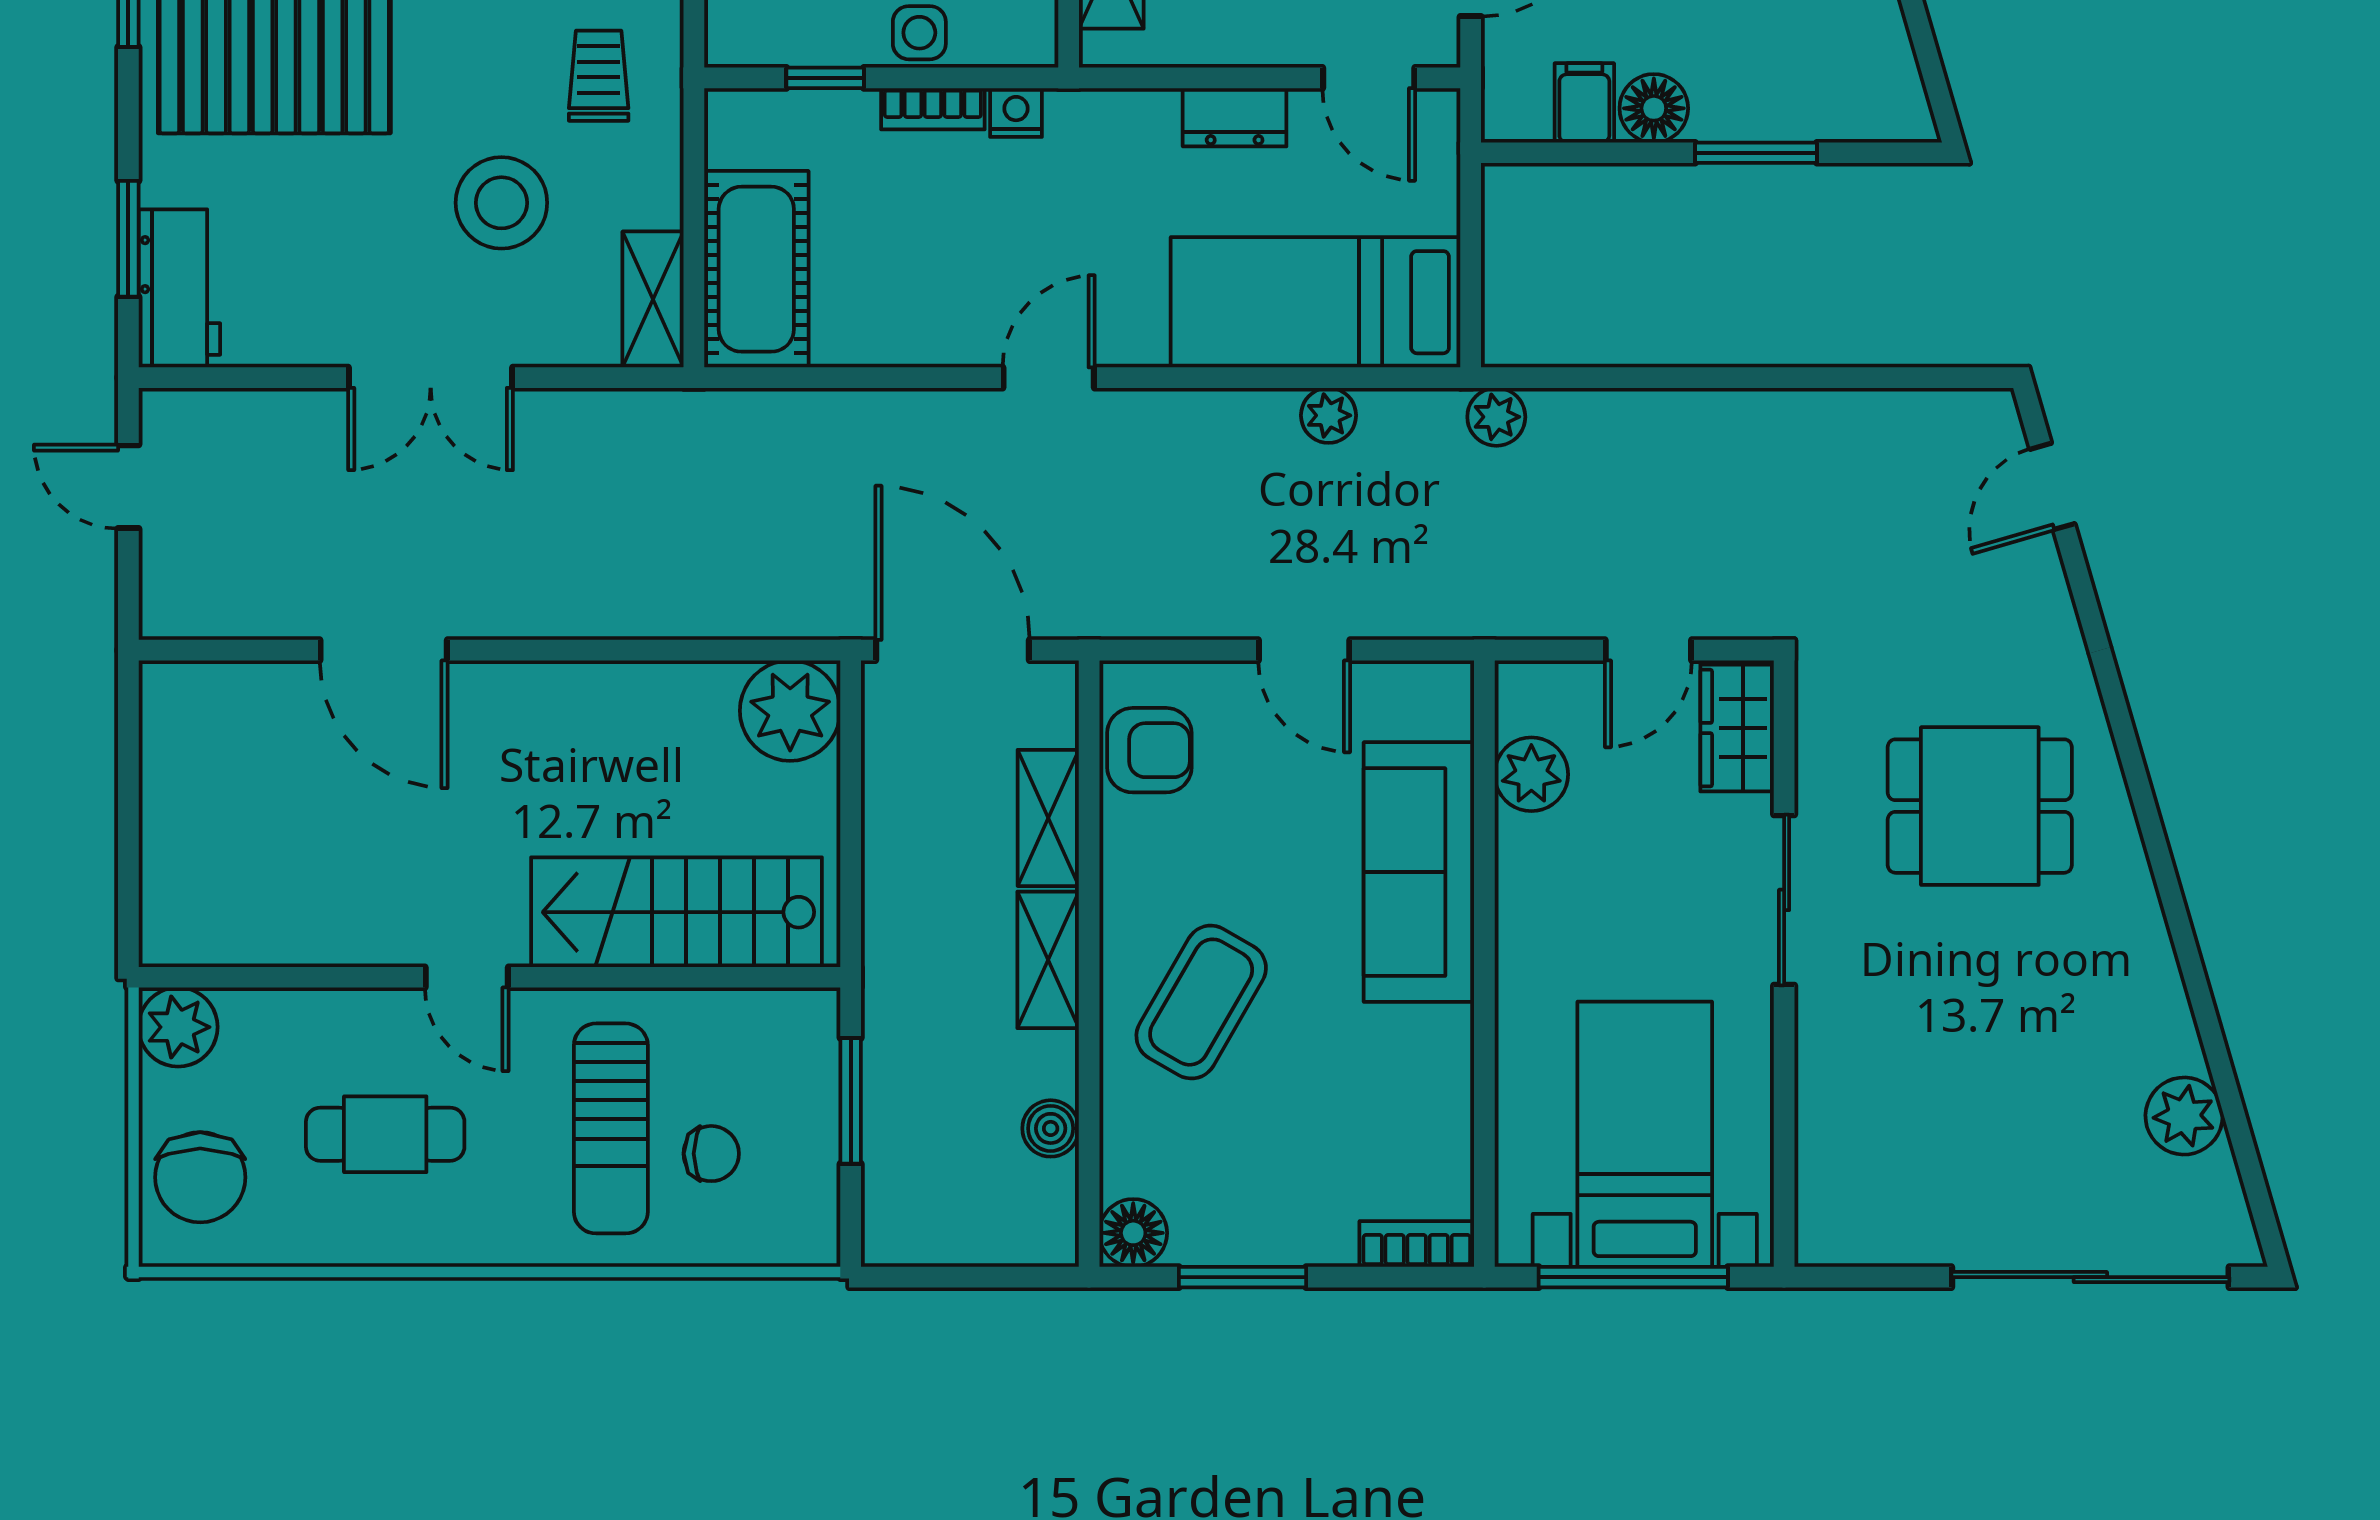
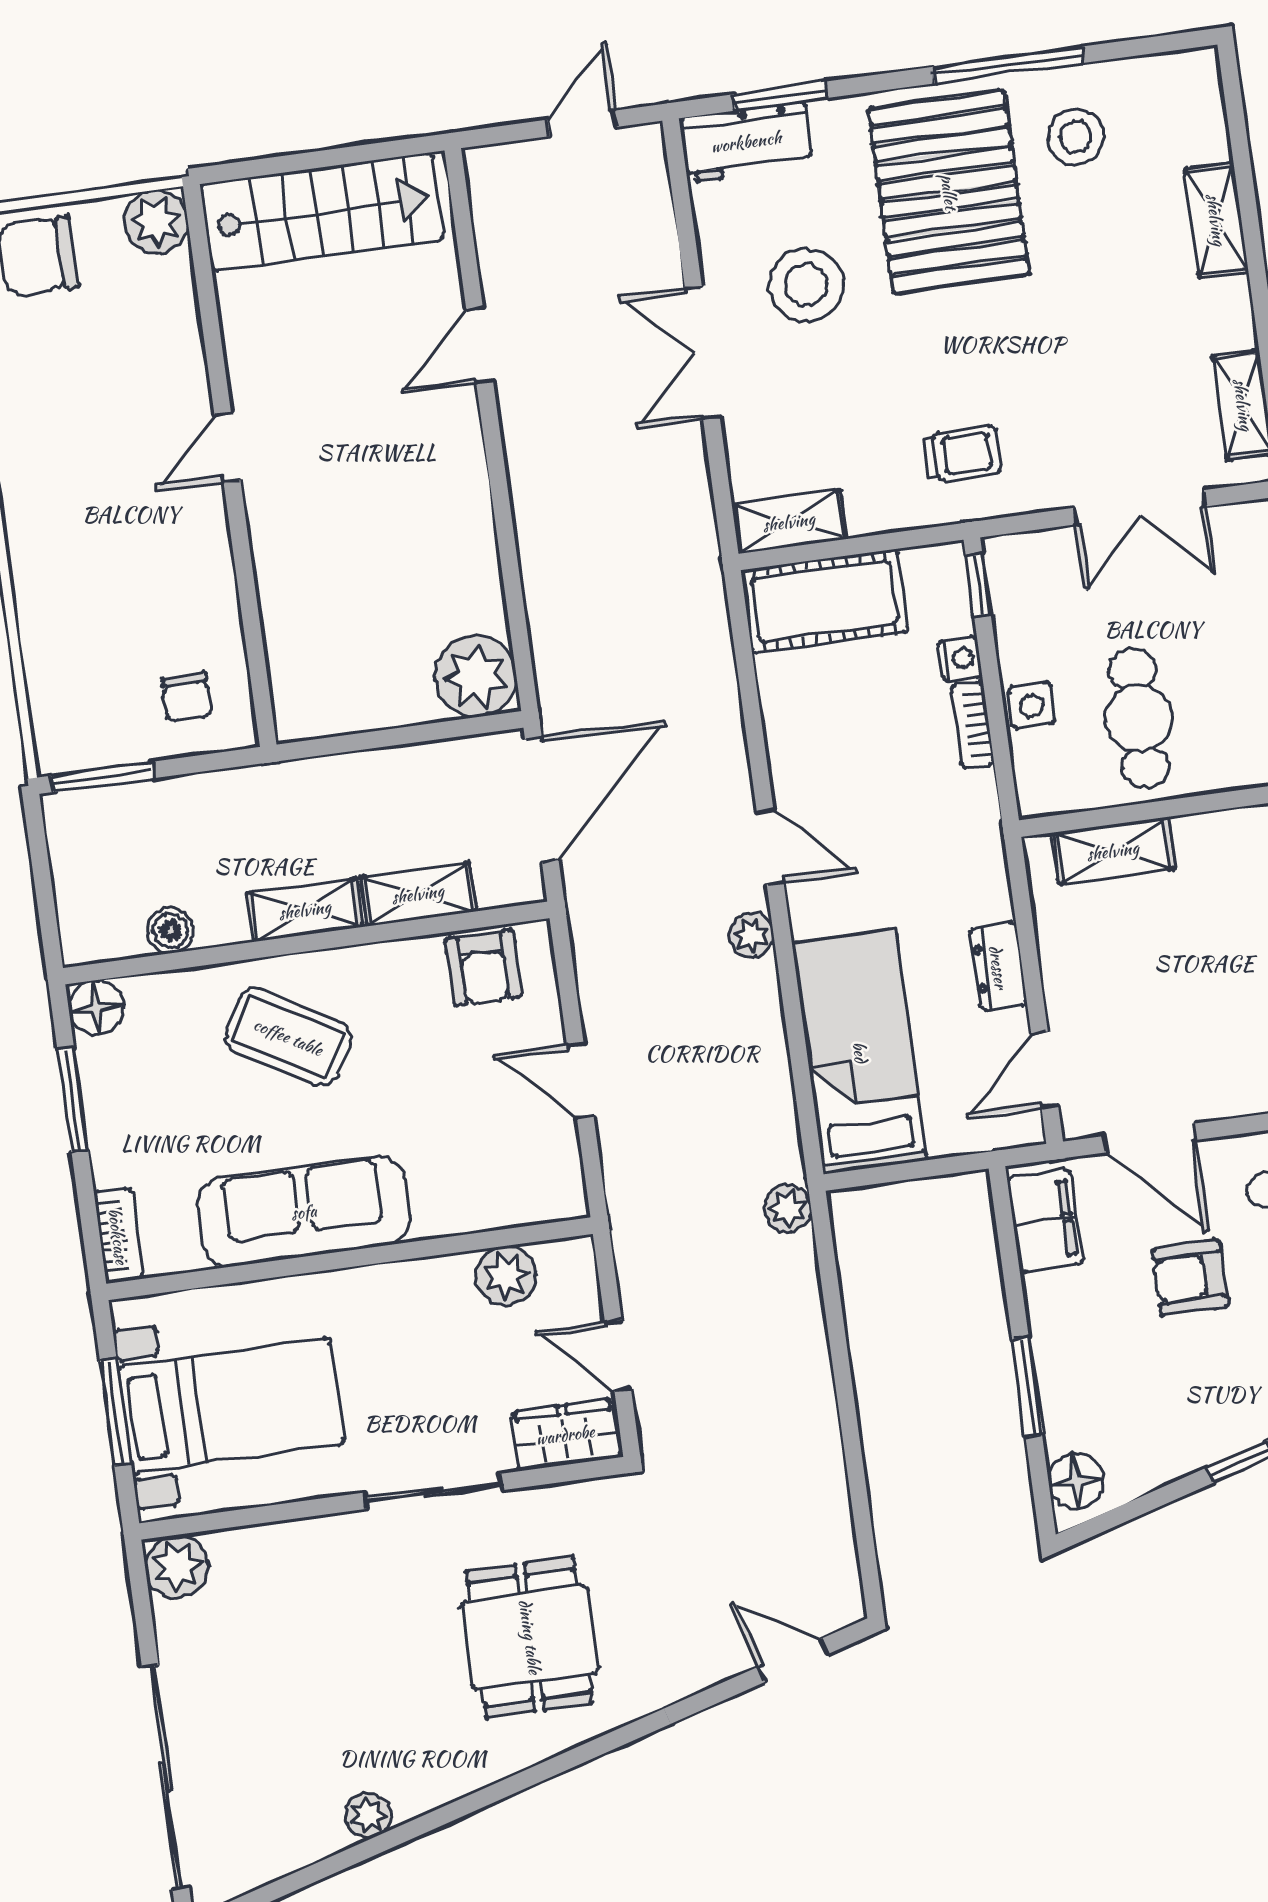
window: (825, 78) -> (978, 585), moved
filing cabinet: (1584, 103) -> (1045, 1221), width x2.00
floor lamp: (1654, 108) -> (1076, 1481), moved
nightstand: (1016, 112) -> (960, 659), moved
stool: (501, 203) -> (806, 285), moved
plant: (1328, 415) -> (751, 935), moved
door: (384, 650) -> (480, 345), width x0.73
door: (1304, 650) -> (580, 1081), hinge flipped
sofa: (1419, 872) -> (304, 1212), moved
stairs: (677, 912) -> (322, 212), moved, turned 90
window: (851, 1101) -> (103, 777), moved
plant: (2184, 1116) -> (368, 1815), moved, width x0.73, depth x0.73
sun lounger: (611, 1128) -> (122, 579), removed
cafe table: (385, 1134) -> (93, 399), removed
chair: (711, 1154) -> (187, 697), moved
plant: (1833, 1228) -> (177, 1567), added
window: (1633, 1277) -> (115, 1412), width x0.69

